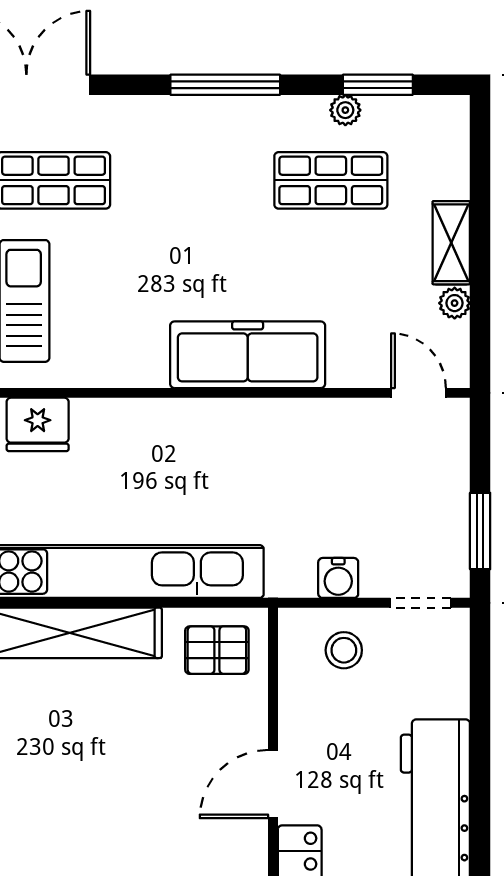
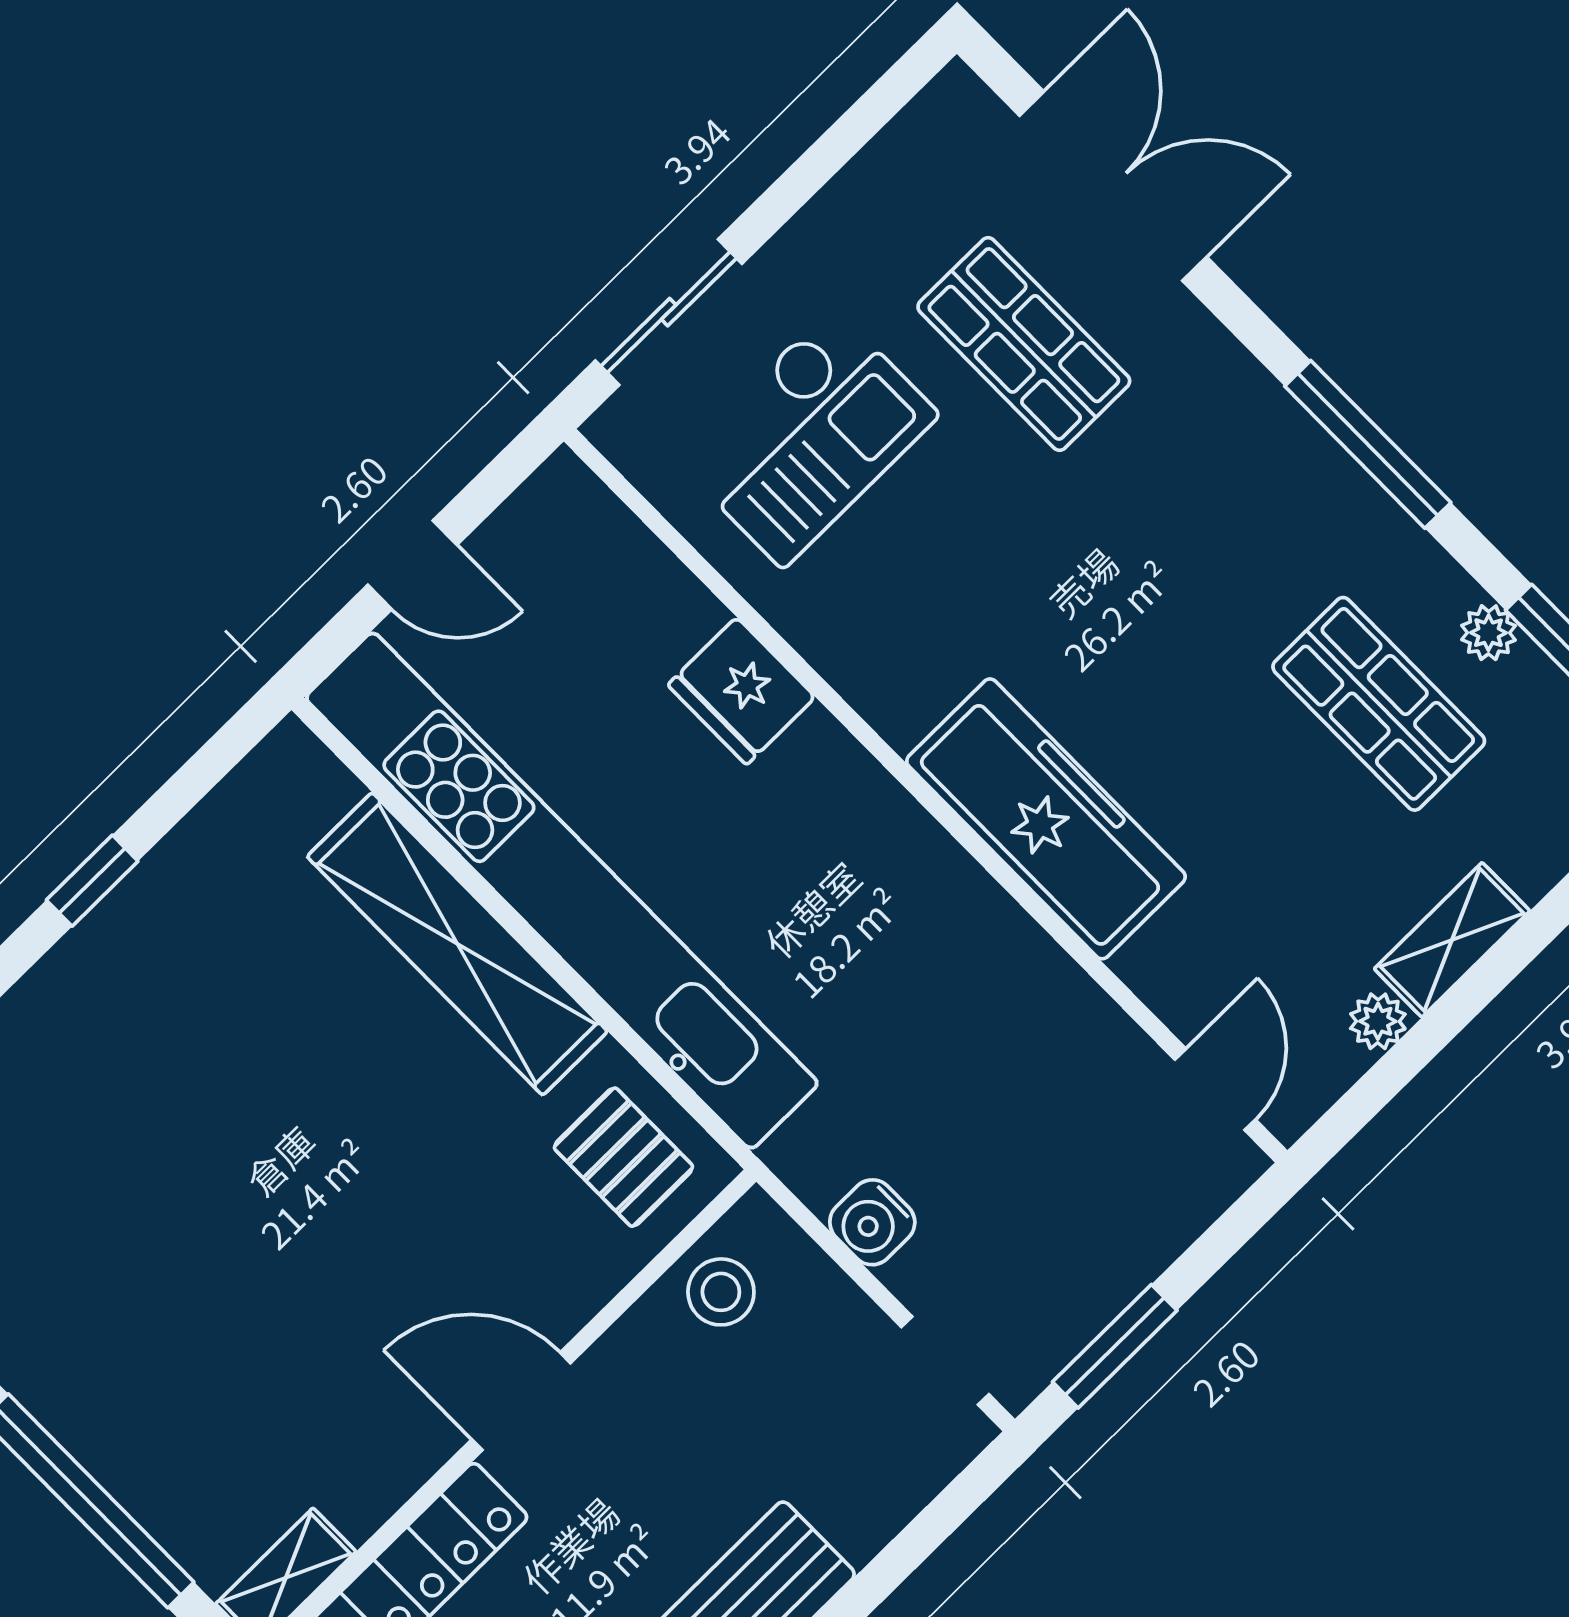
fridge: (38, 424) -> (741, 691), moved
stool: (344, 650) -> (721, 1292), moved

